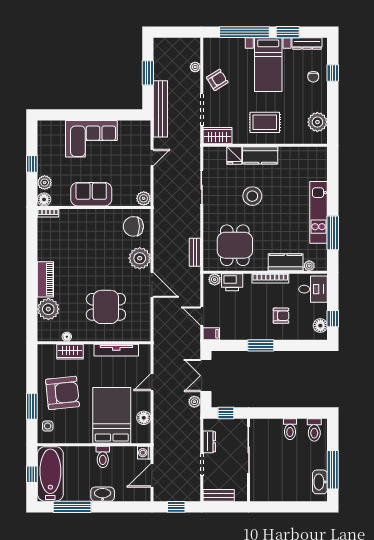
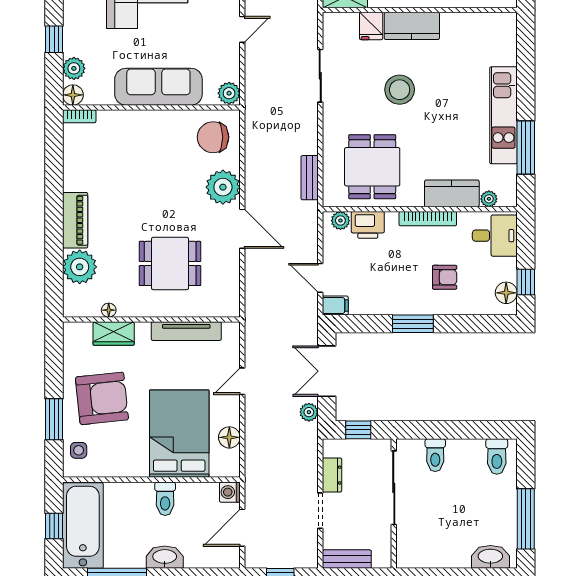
sofa: (91, 194) -> (158, 87), width x1.36
toilet: (290, 429) -> (435, 455), moved
washbasin: (320, 482) -> (490, 557), moved, turned 90

